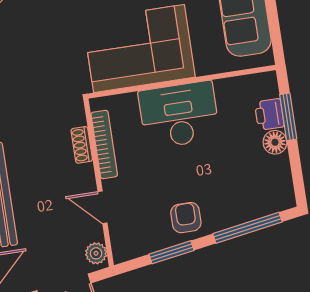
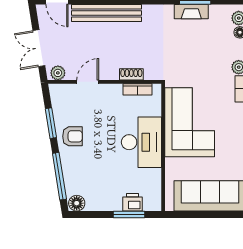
floor lamp: (275, 142) -> (77, 203), moved
bookcase: (104, 144) -> (138, 89), width x0.64

